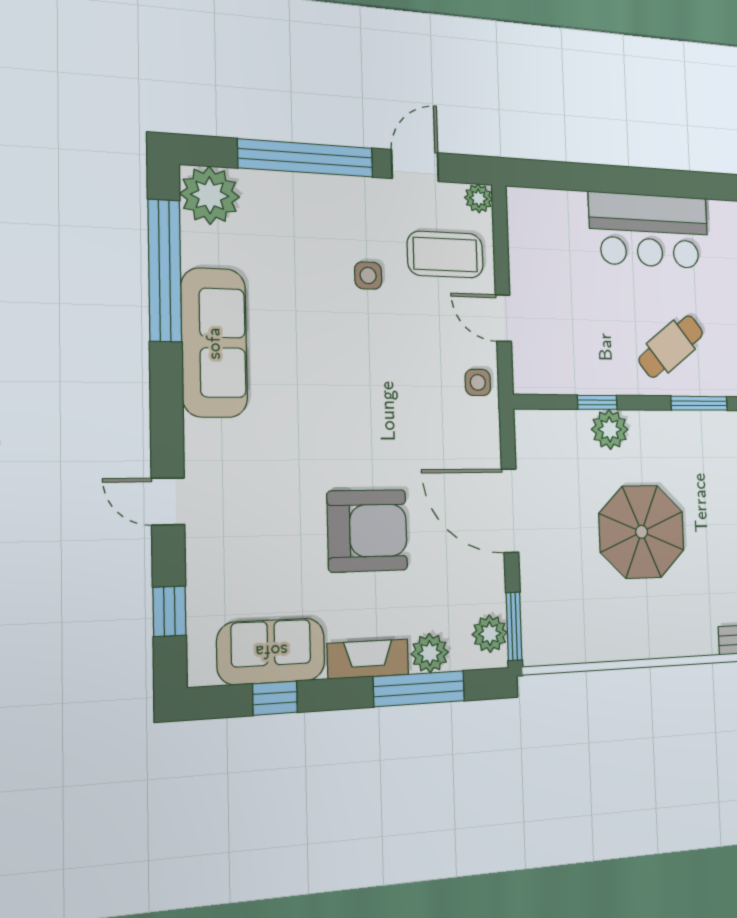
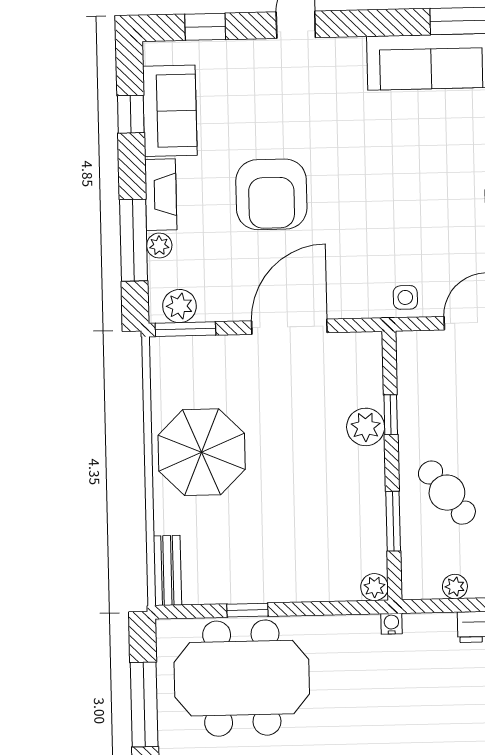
parasol: (642, 532) -> (202, 452), moved
plant: (430, 653) -> (159, 246), width x0.73, depth x0.73

